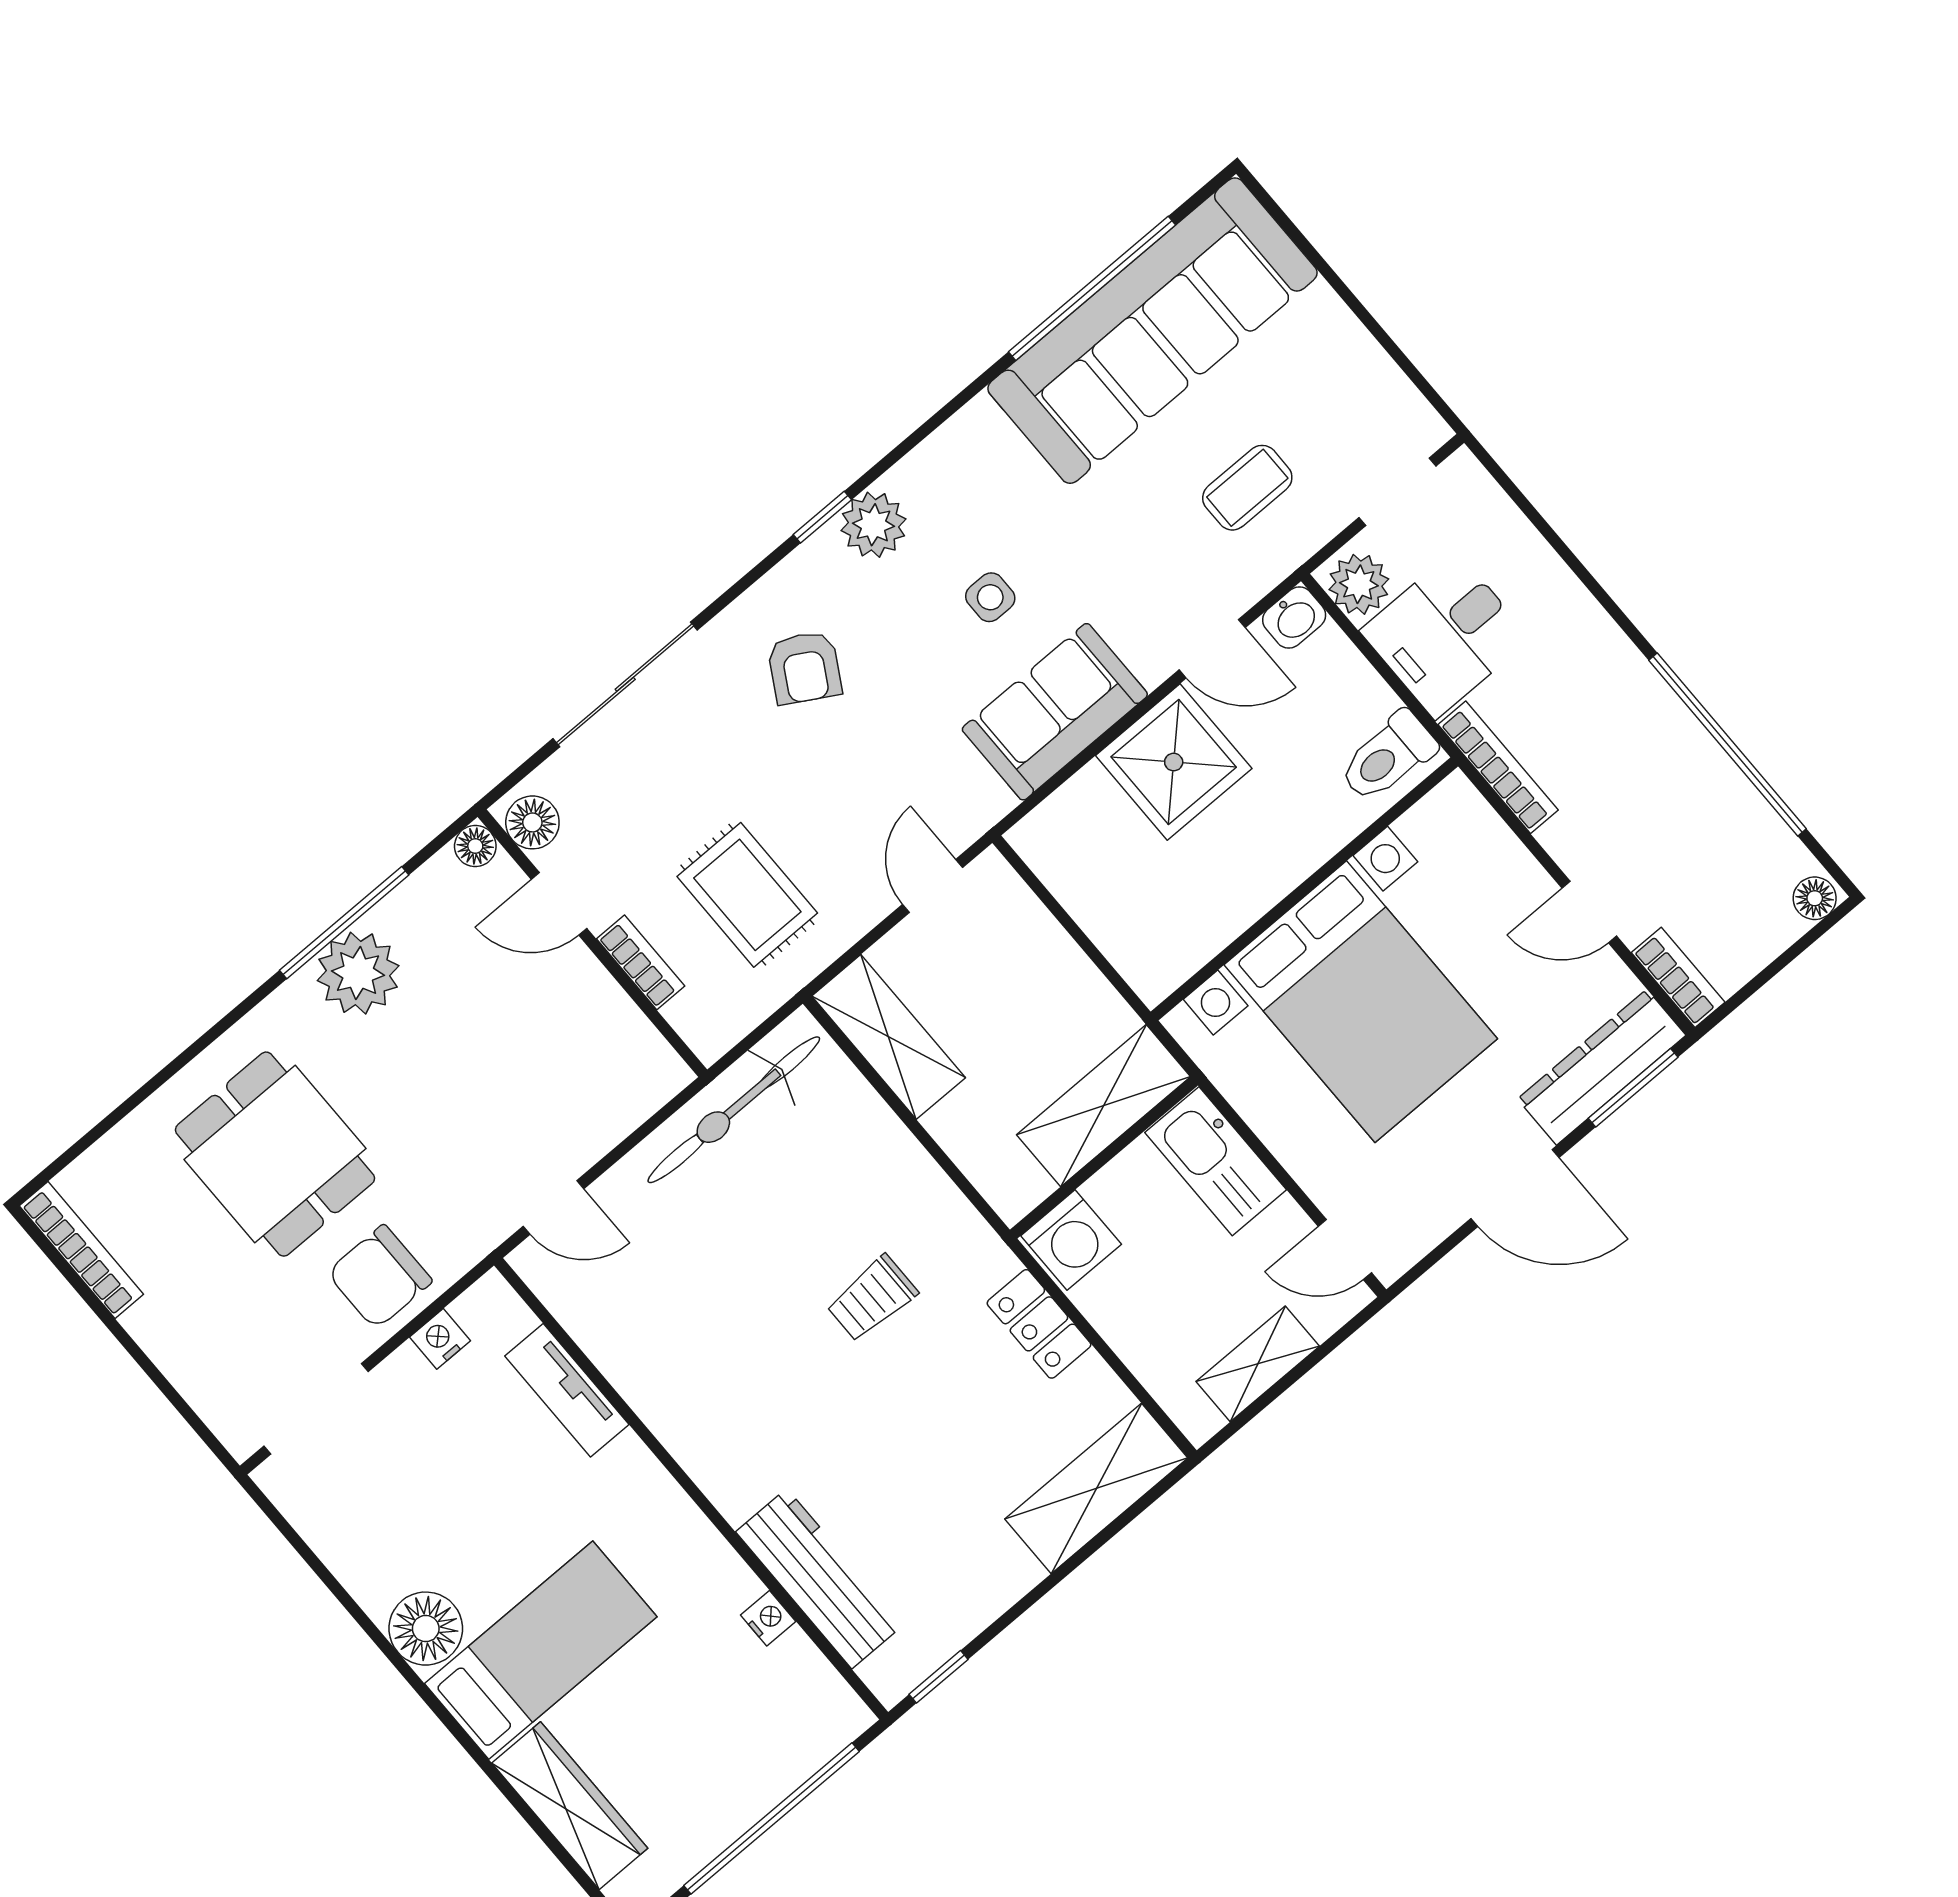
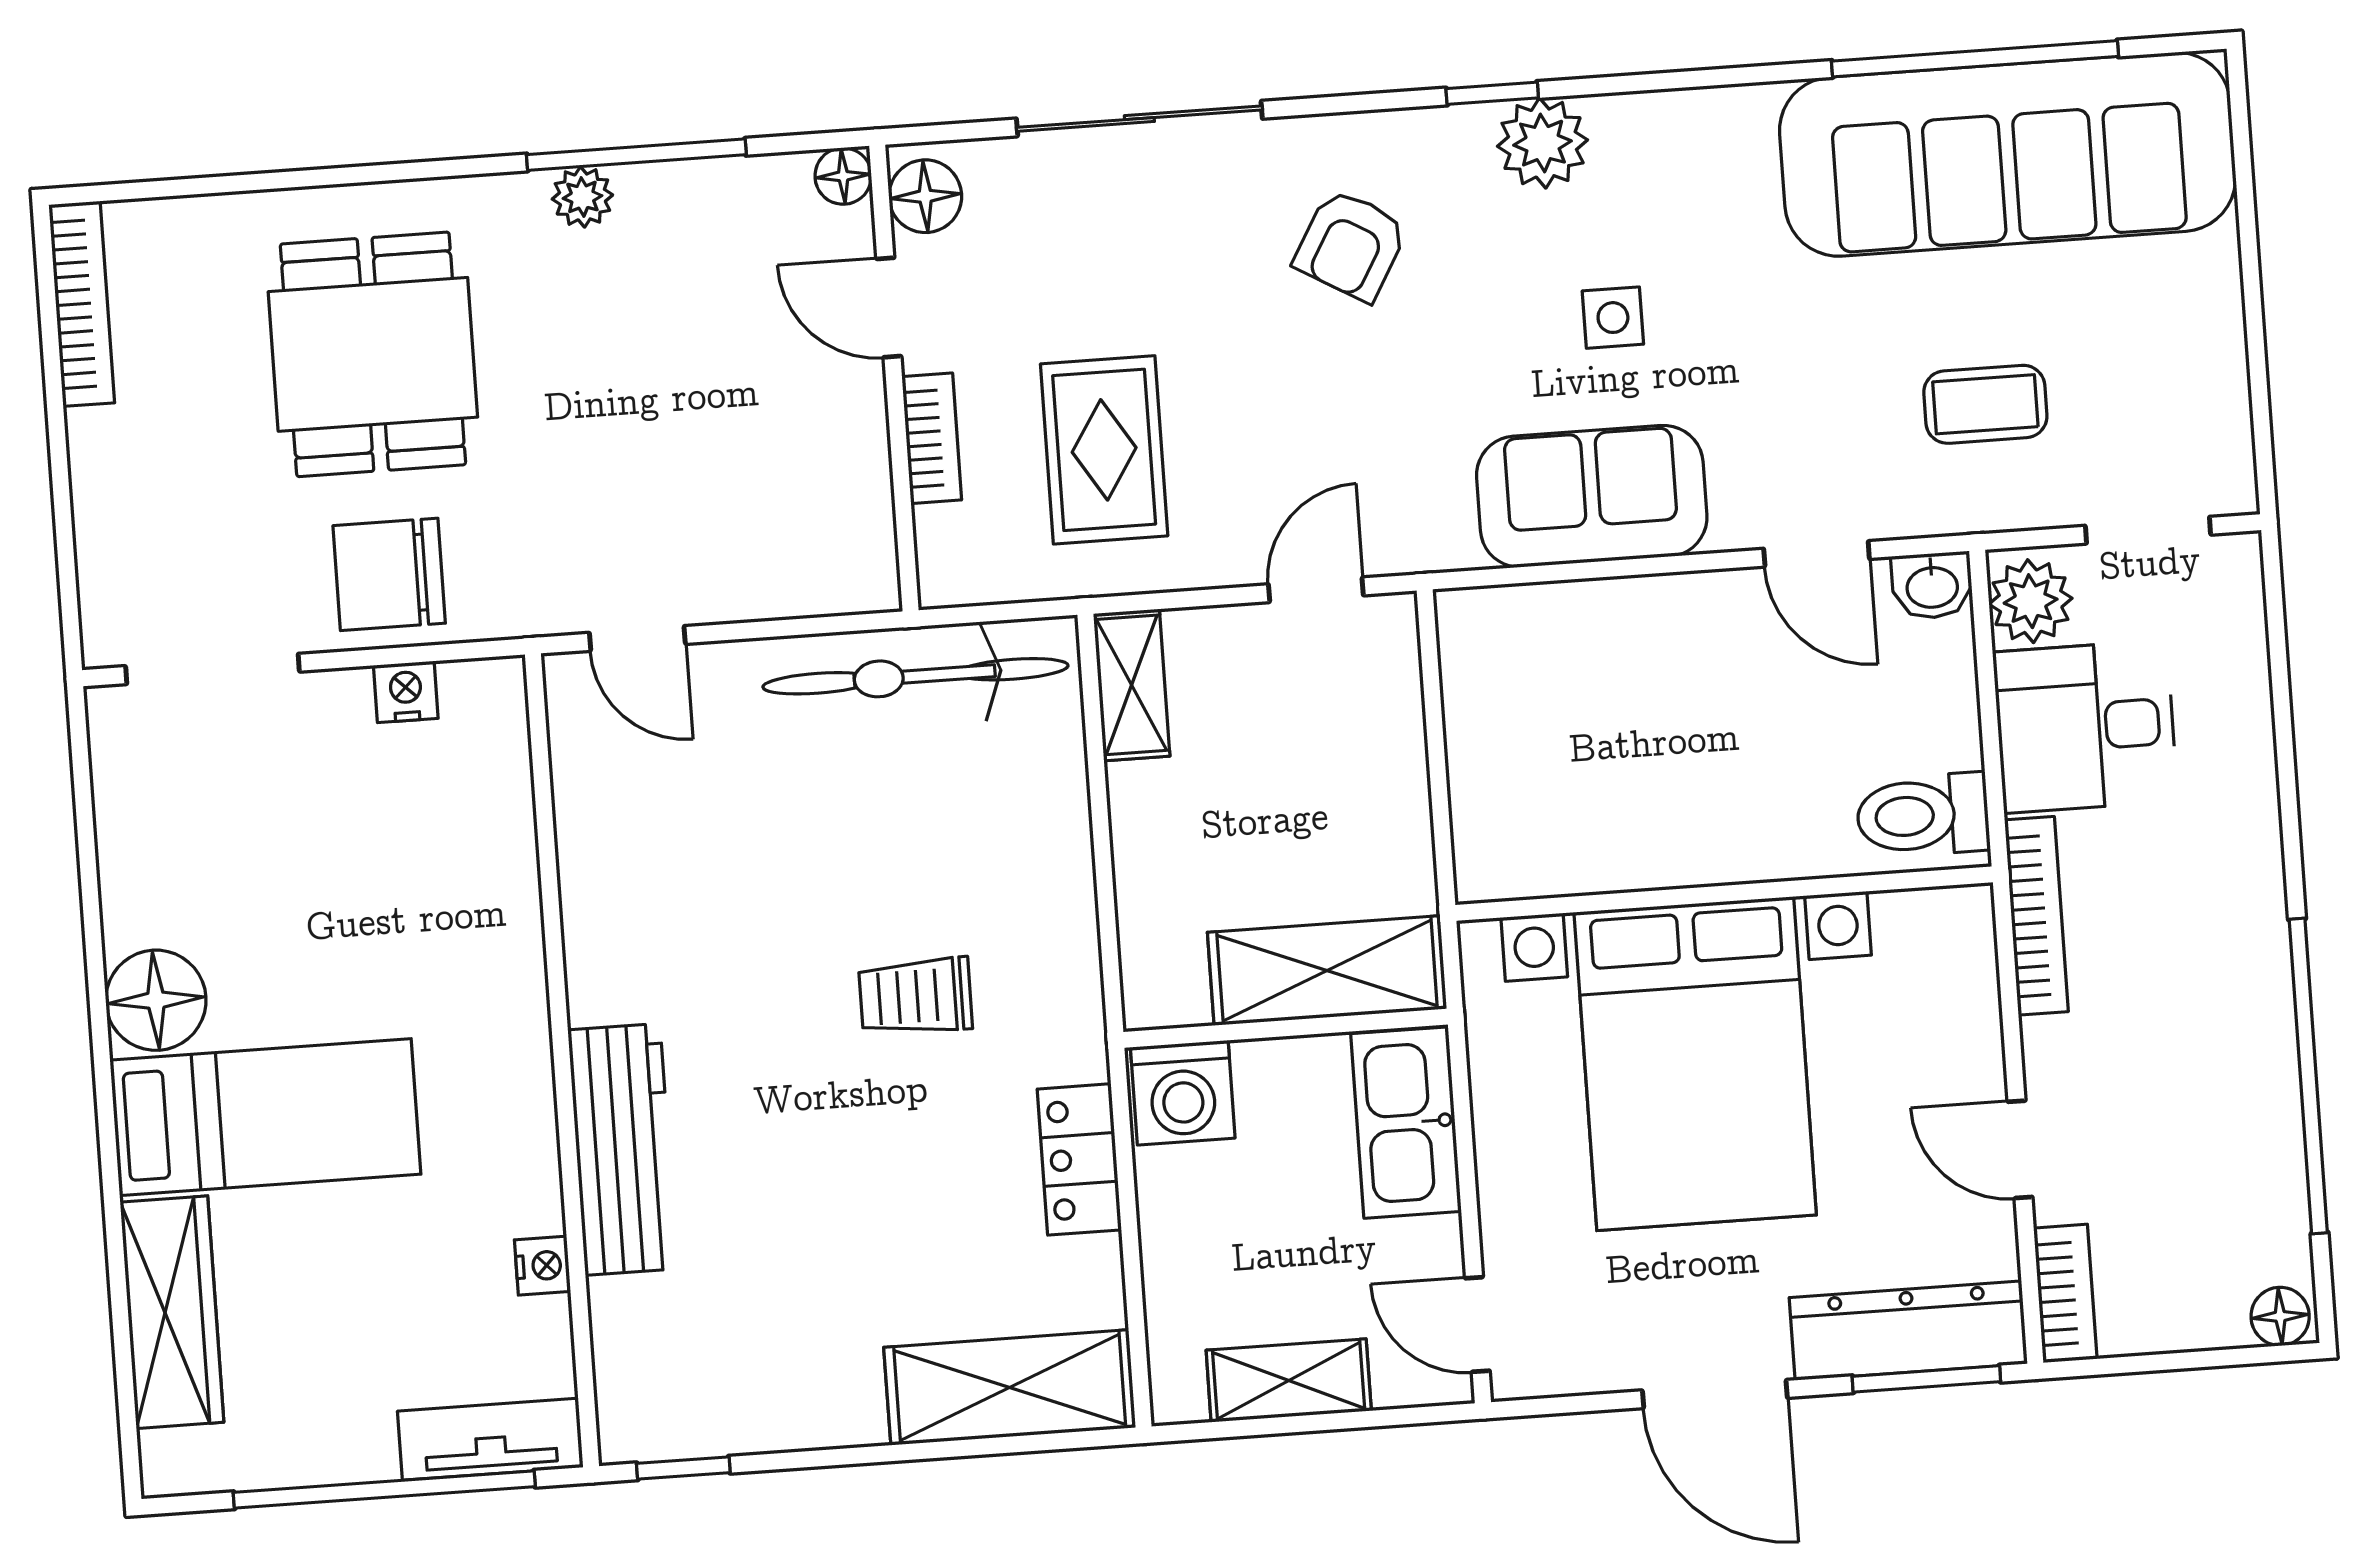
shower: (1174, 762) -> (1682, 648), removed
plant: (358, 973) -> (582, 197), width x0.53, depth x0.53
shelving: (889, 1037) -> (1132, 685), width x0.67, depth x0.75
tv unit: (567, 1390) -> (490, 1439), moved, turned 90
workbench: (819, 1579) -> (623, 1149), moved

